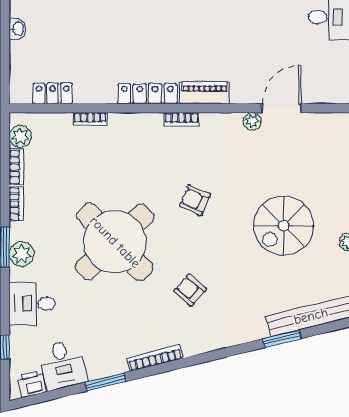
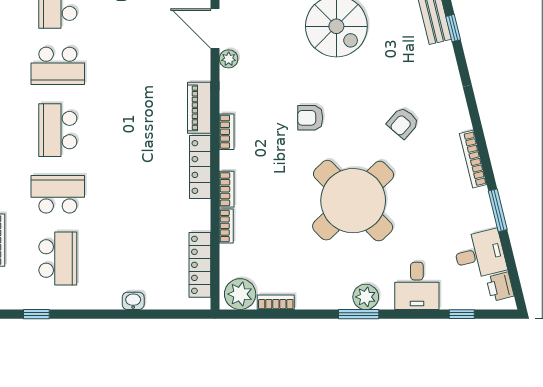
locker: (53, 93) -> (200, 265), width x1.53
plant: (20, 136) -> (240, 294), width x1.36, depth x1.36
armchair: (195, 200) -> (310, 118), turned 66
bookcase: (16, 204) -> (227, 189), moved, turned 90
window: (282, 339) -> (453, 28), width x0.67

